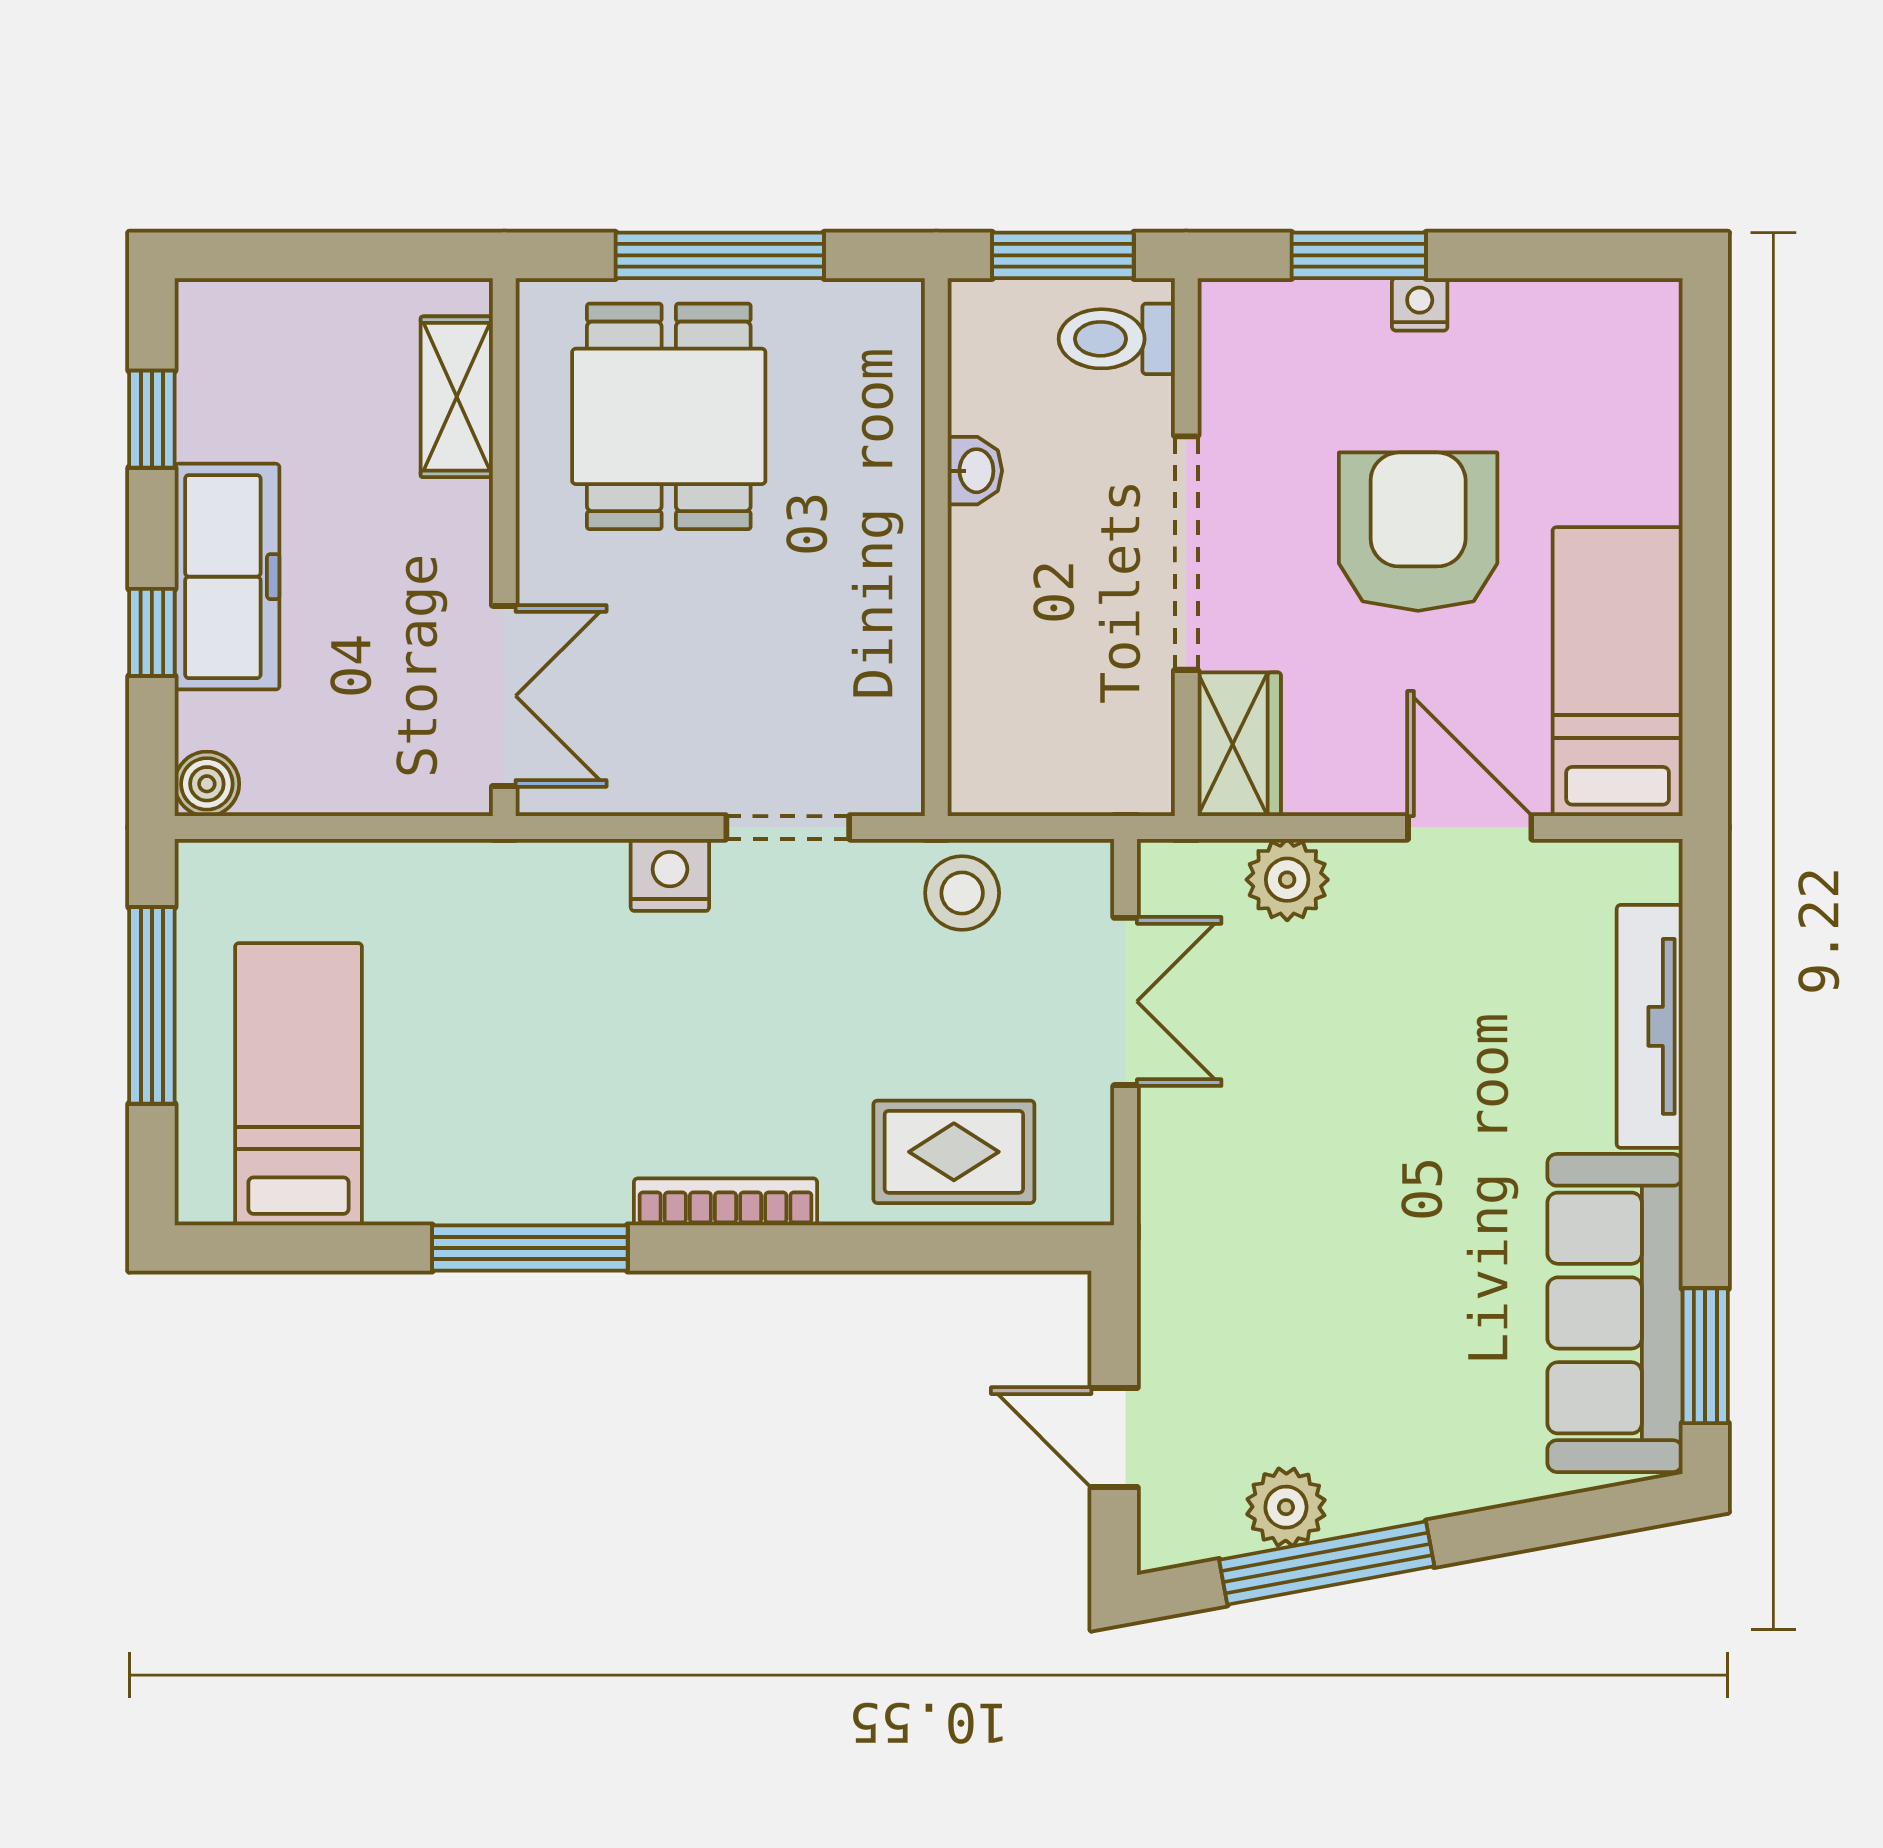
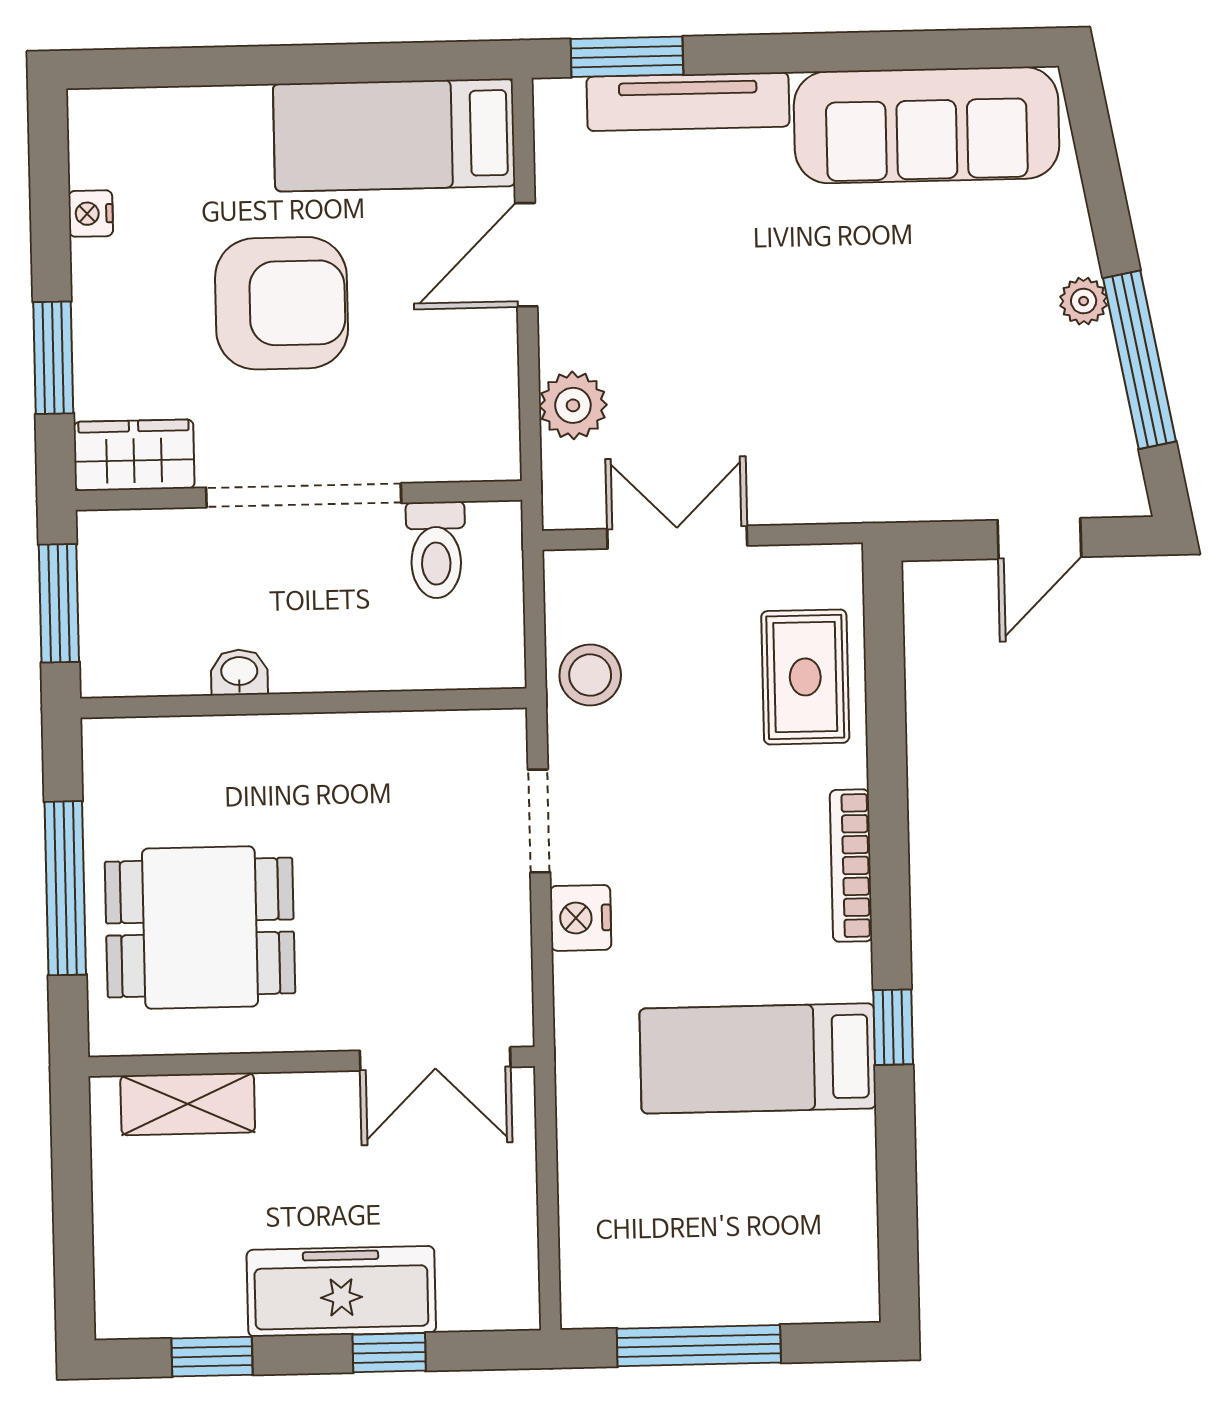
nightstand: (1420, 304) -> (91, 214), moved
toilet: (1117, 339) -> (436, 550), moved
armchair: (1418, 532) -> (282, 303), turned 180
double door: (504, 696) -> (435, 1059), swing flipped
wardrobe: (1239, 744) -> (134, 455), moved
boiler: (207, 784) -> (514, 1304), removed
bed: (298, 1084) -> (758, 1058), moved
window: (530, 1248) -> (893, 1027), width x0.46
window: (1705, 1356) -> (627, 57), moved
plant: (1286, 1507) -> (1084, 301), moved, width x0.73, depth x0.73

